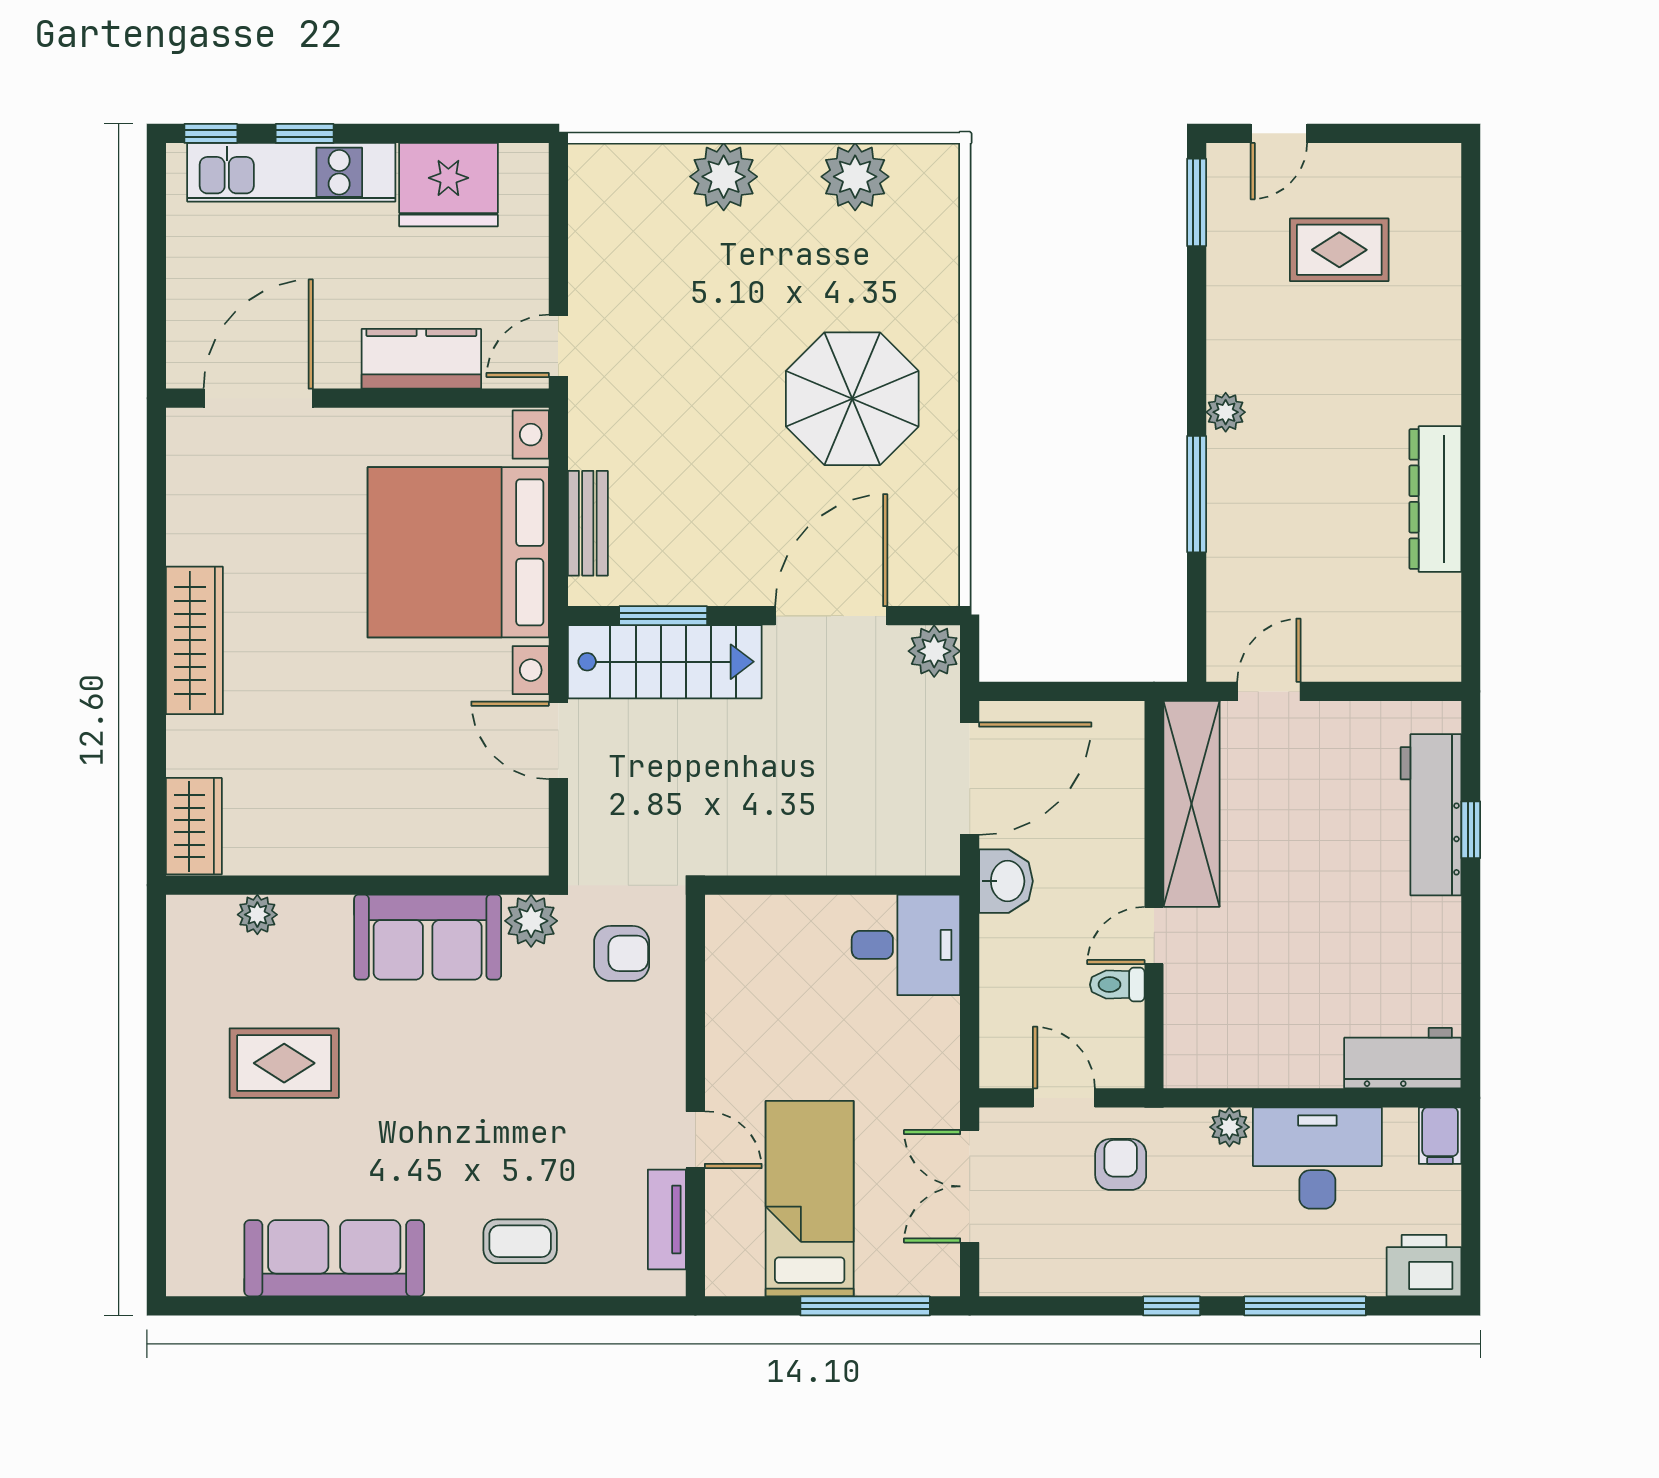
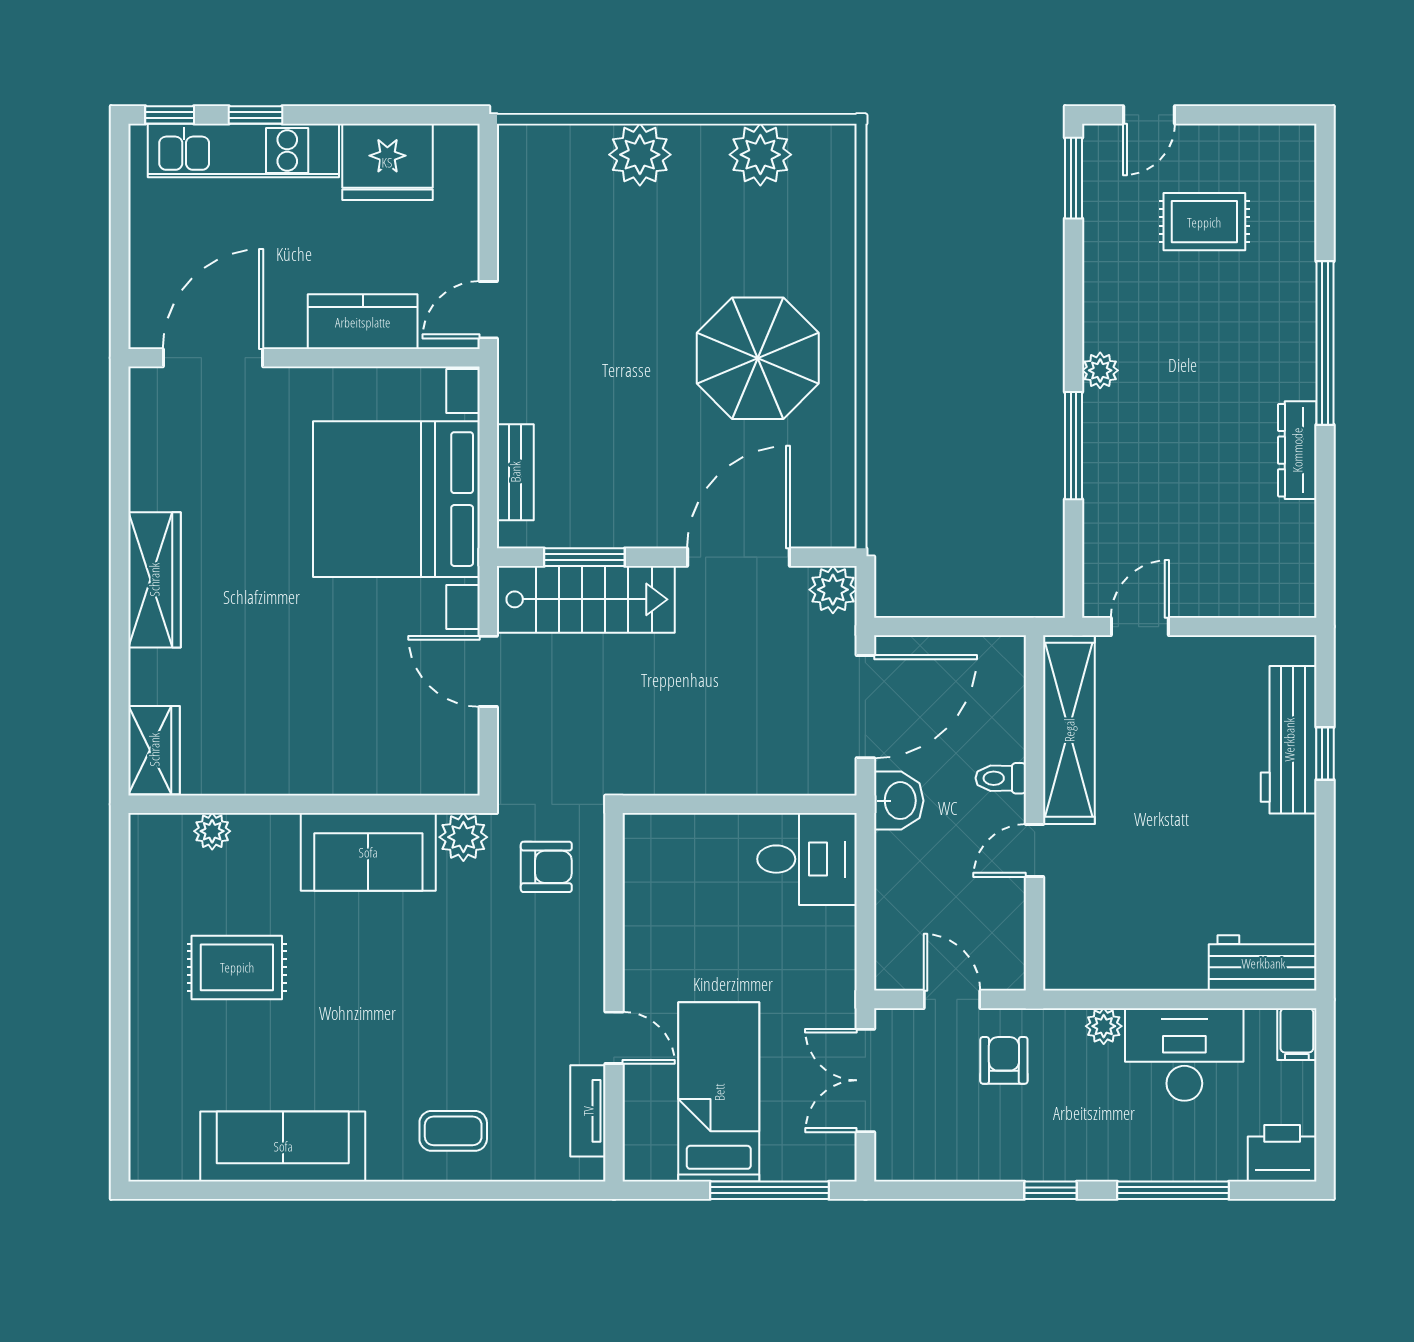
window: (1471, 382) -> (1325, 343), added
dresser: (1435, 499) -> (1297, 450), width x0.73, depth x0.80
toilet: (1117, 985) -> (1001, 778), moved

